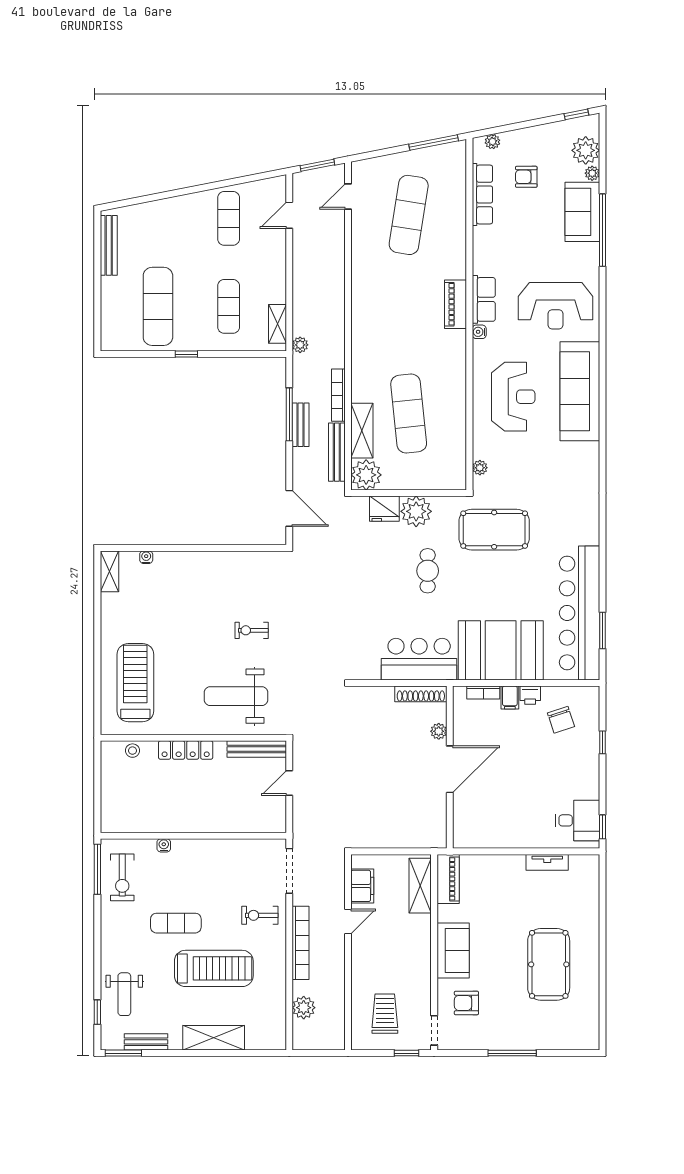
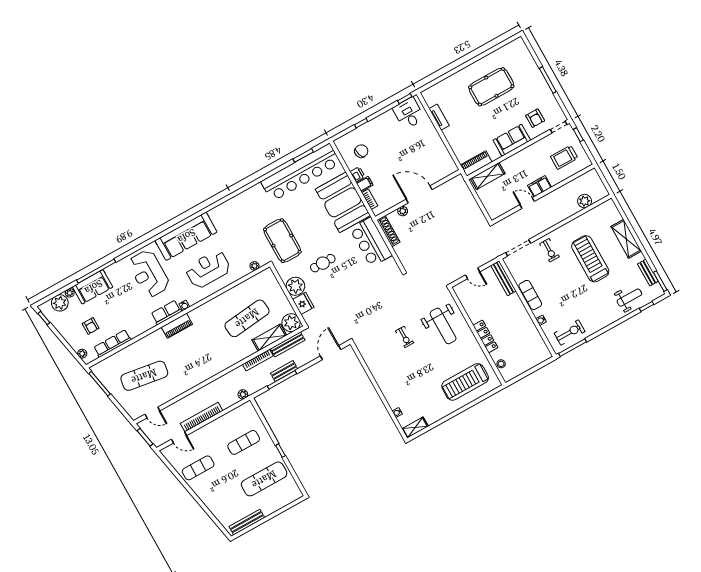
reception desk: (556, 306) -> (149, 274), turned 180
shelving: (277, 324) -> (239, 412), removed
bench: (257, 749) -> (503, 278), moved
filing cabinet: (362, 886) -> (540, 186), moved
exercise mat: (176, 923) -> (530, 295), moved
bookcase: (300, 943) -> (202, 417), moved

